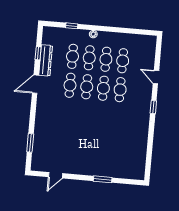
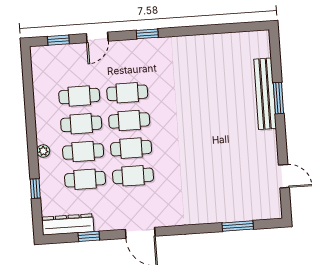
window: (158, 54) -> (58, 40), added
dresser: (46, 60) -> (68, 224), moved
bench: (106, 172) -> (265, 94), added

